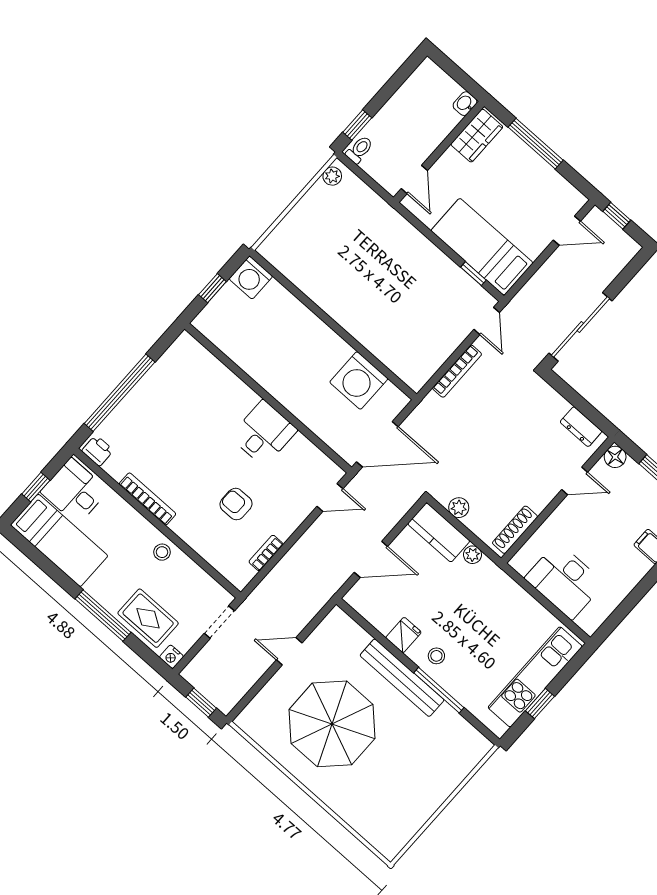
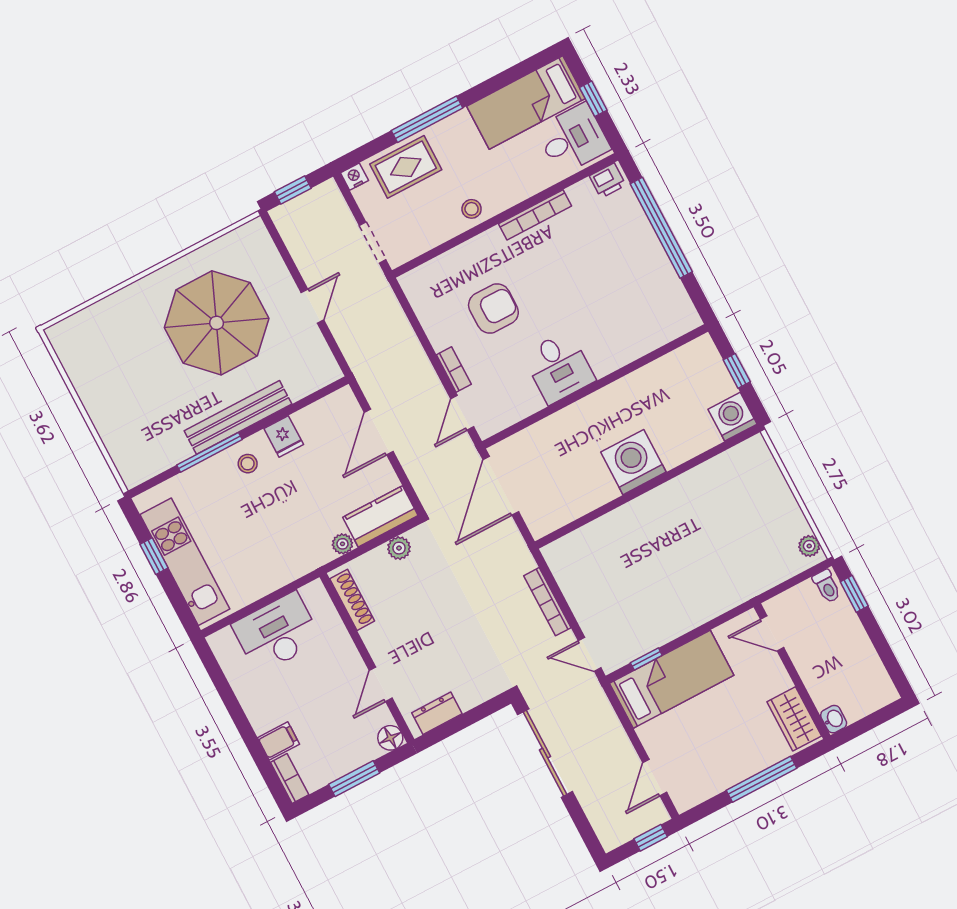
washing machine: (359, 380) -> (633, 462), moved
armchair: (236, 504) -> (493, 308), width x1.38, depth x1.38
bookcase: (266, 553) -> (454, 369), moved

